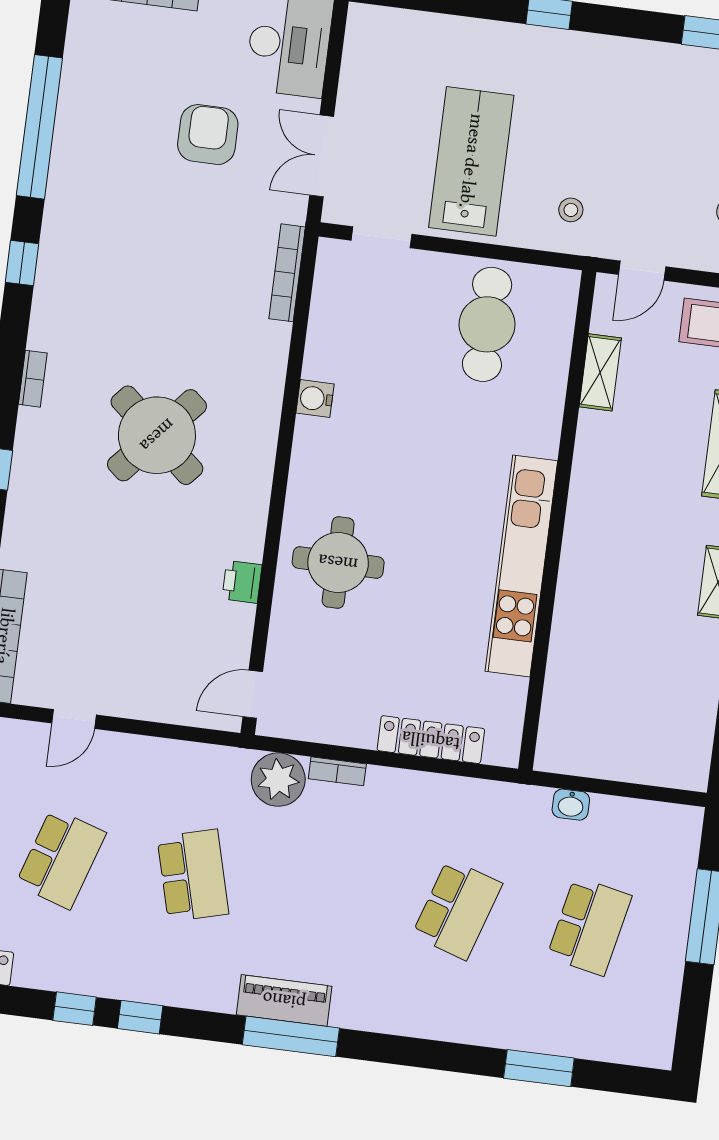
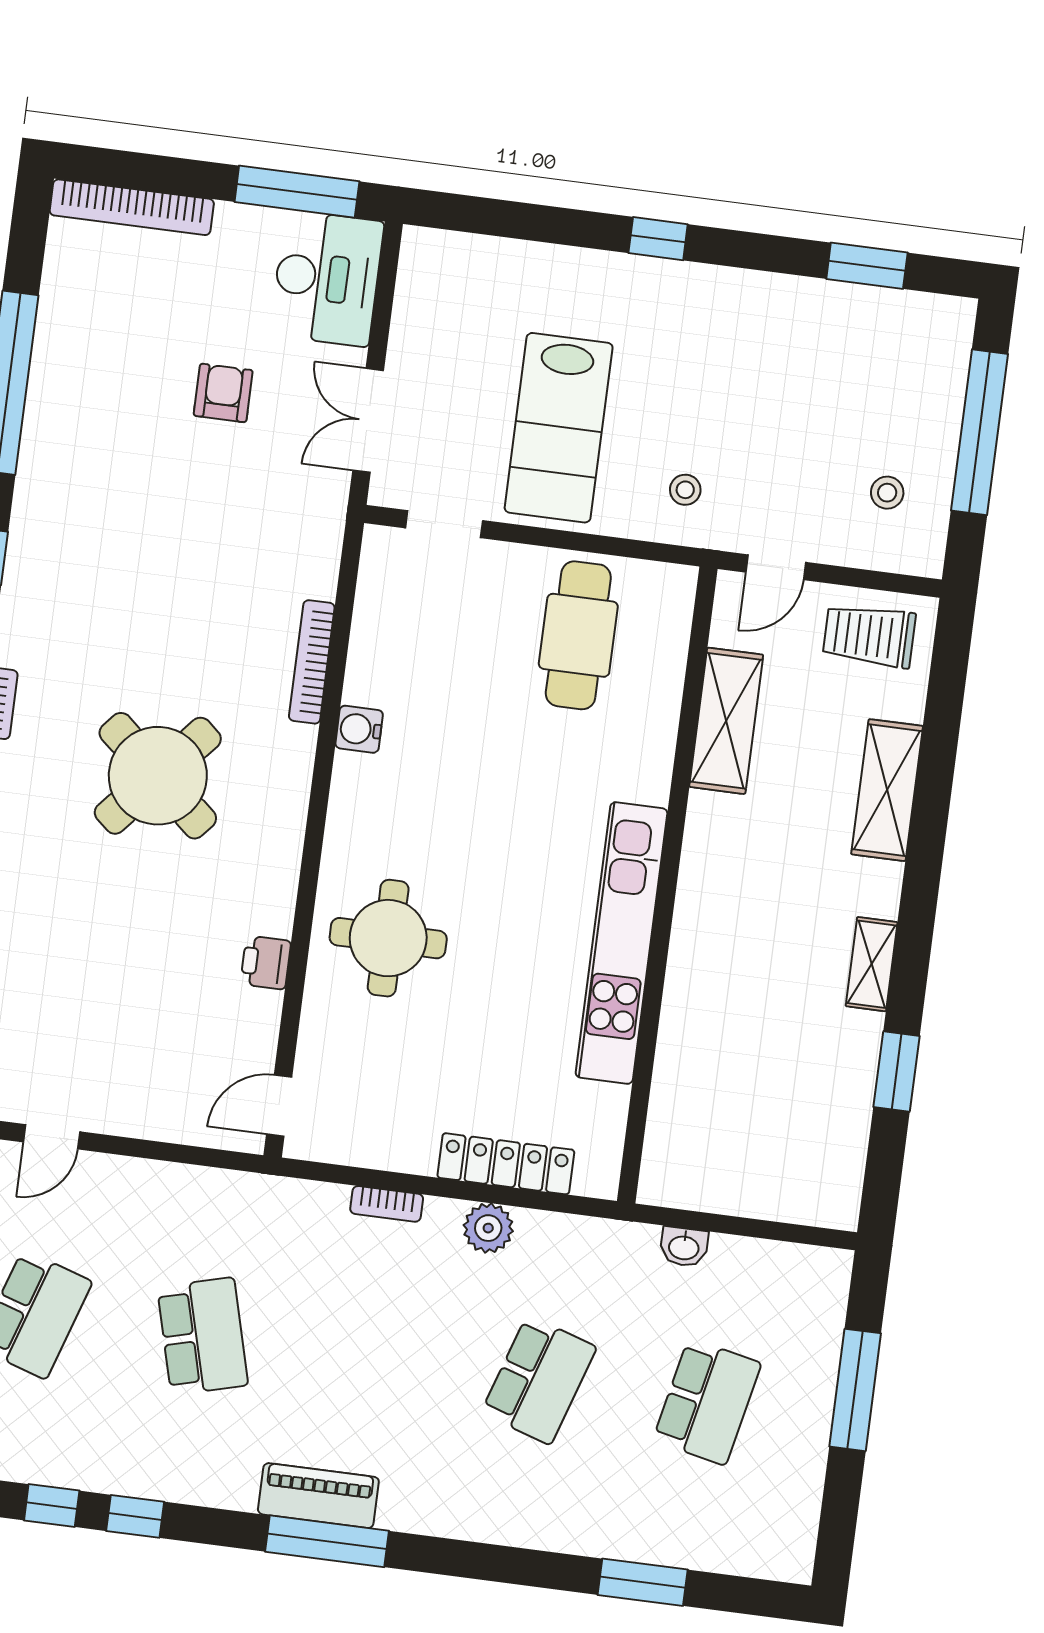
armchair: (208, 135) -> (223, 393), width x0.72, depth x0.72
lab bench: (471, 161) -> (559, 428), turned 180
bookcase: (287, 273) -> (312, 662), moved
shelving: (600, 372) -> (726, 721), width x1.50, depth x1.33
plant: (278, 780) -> (488, 1228), moved, width x0.73, depth x0.73

